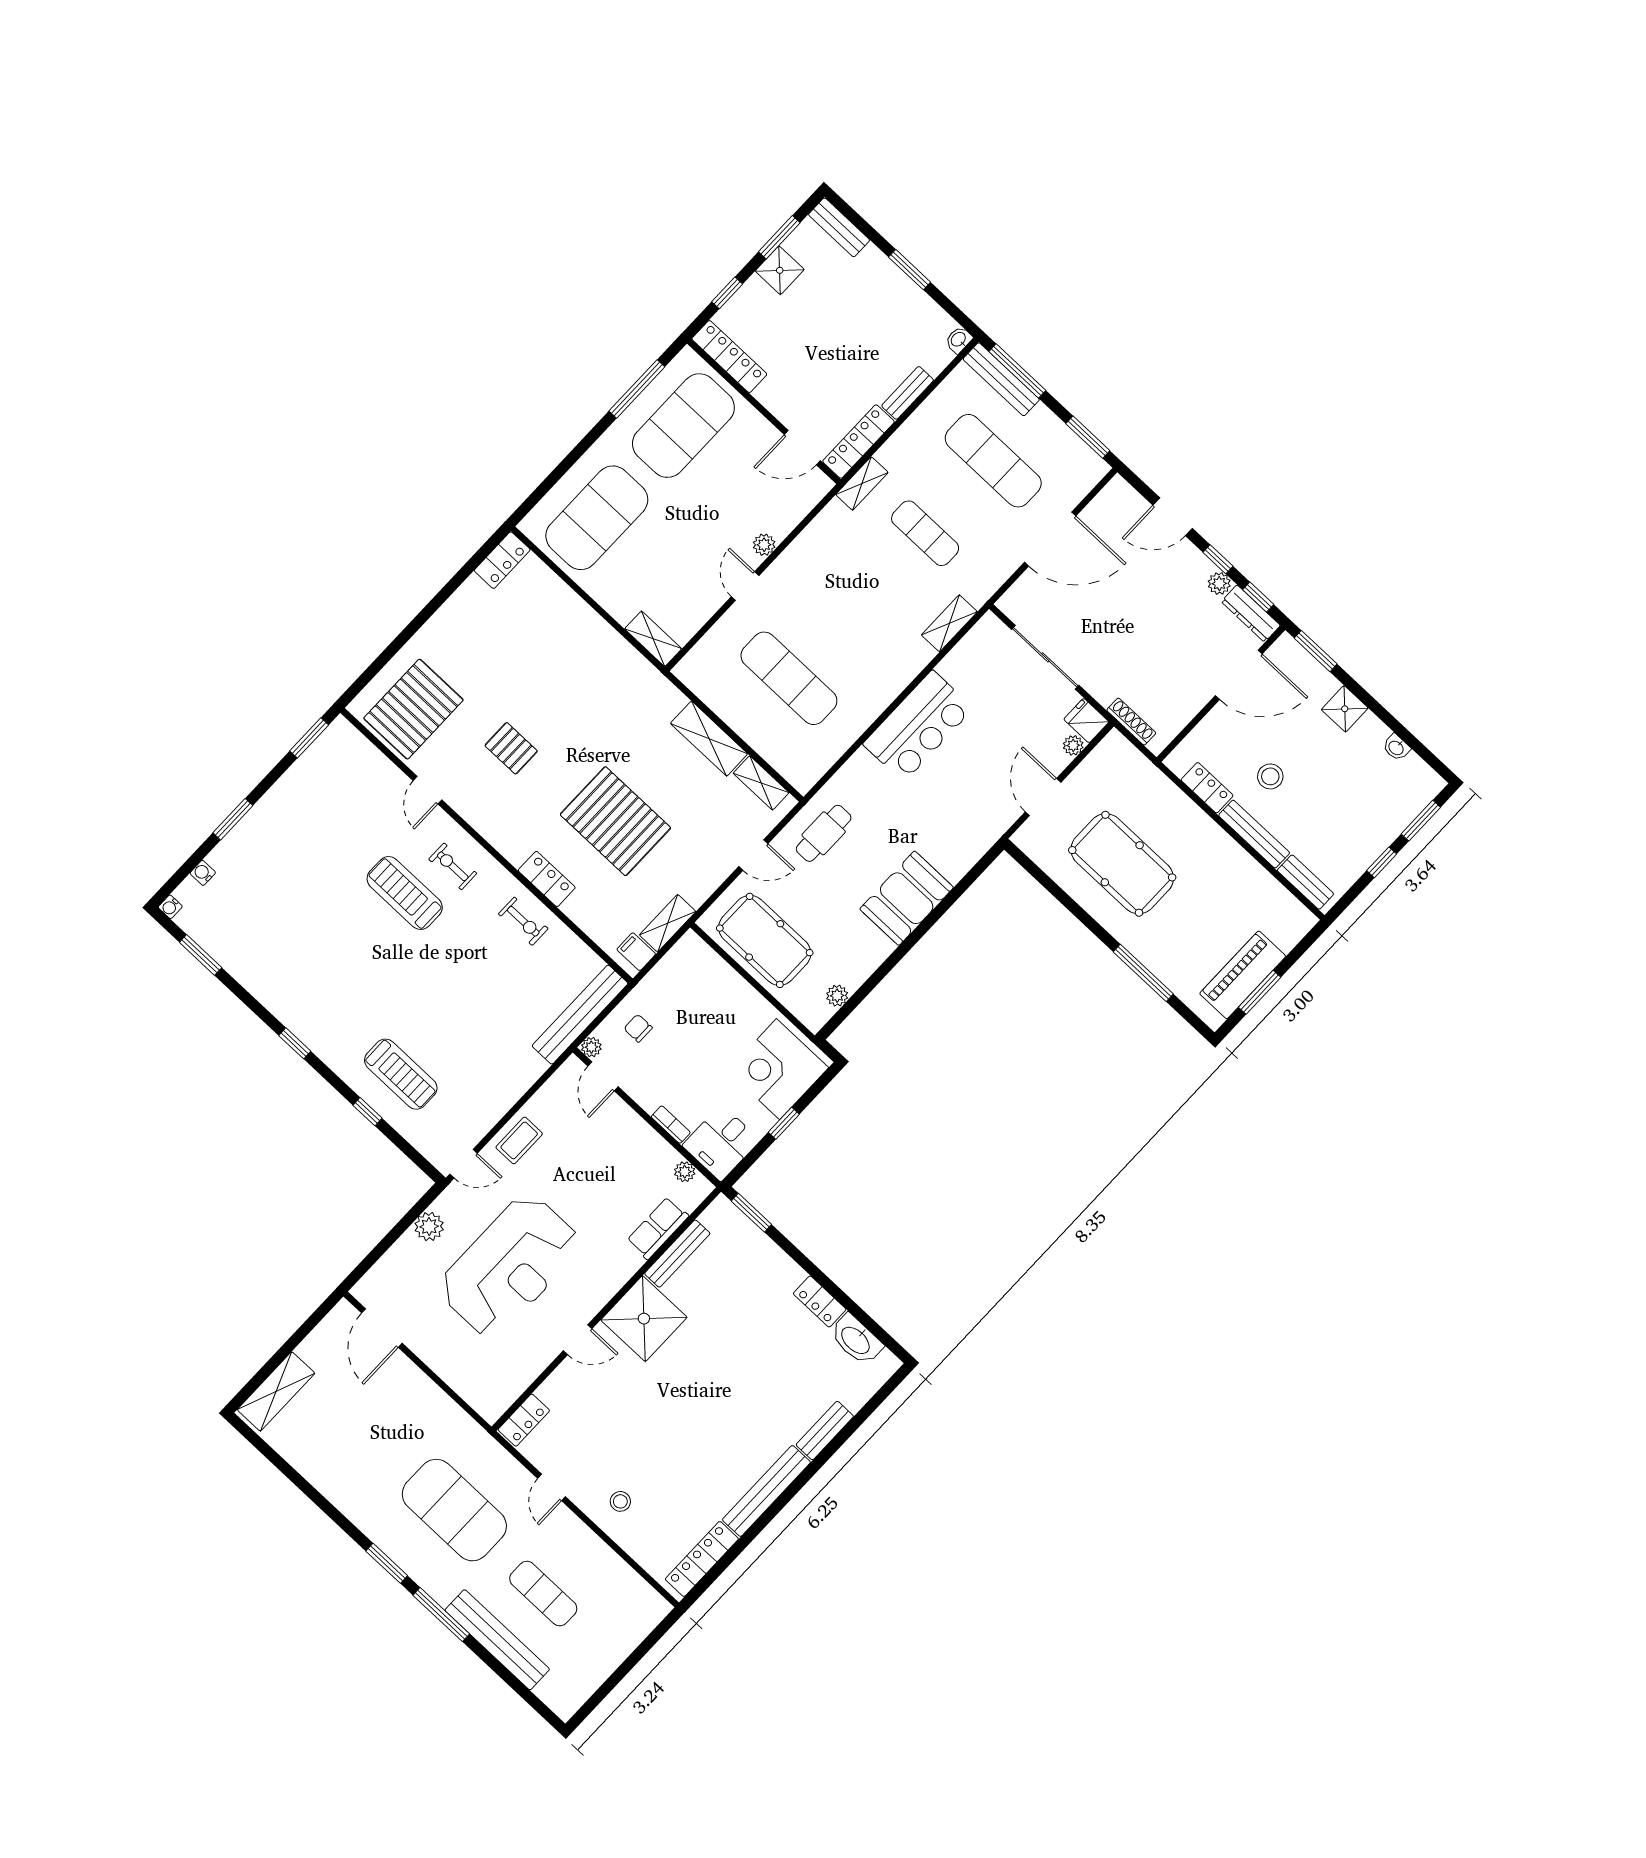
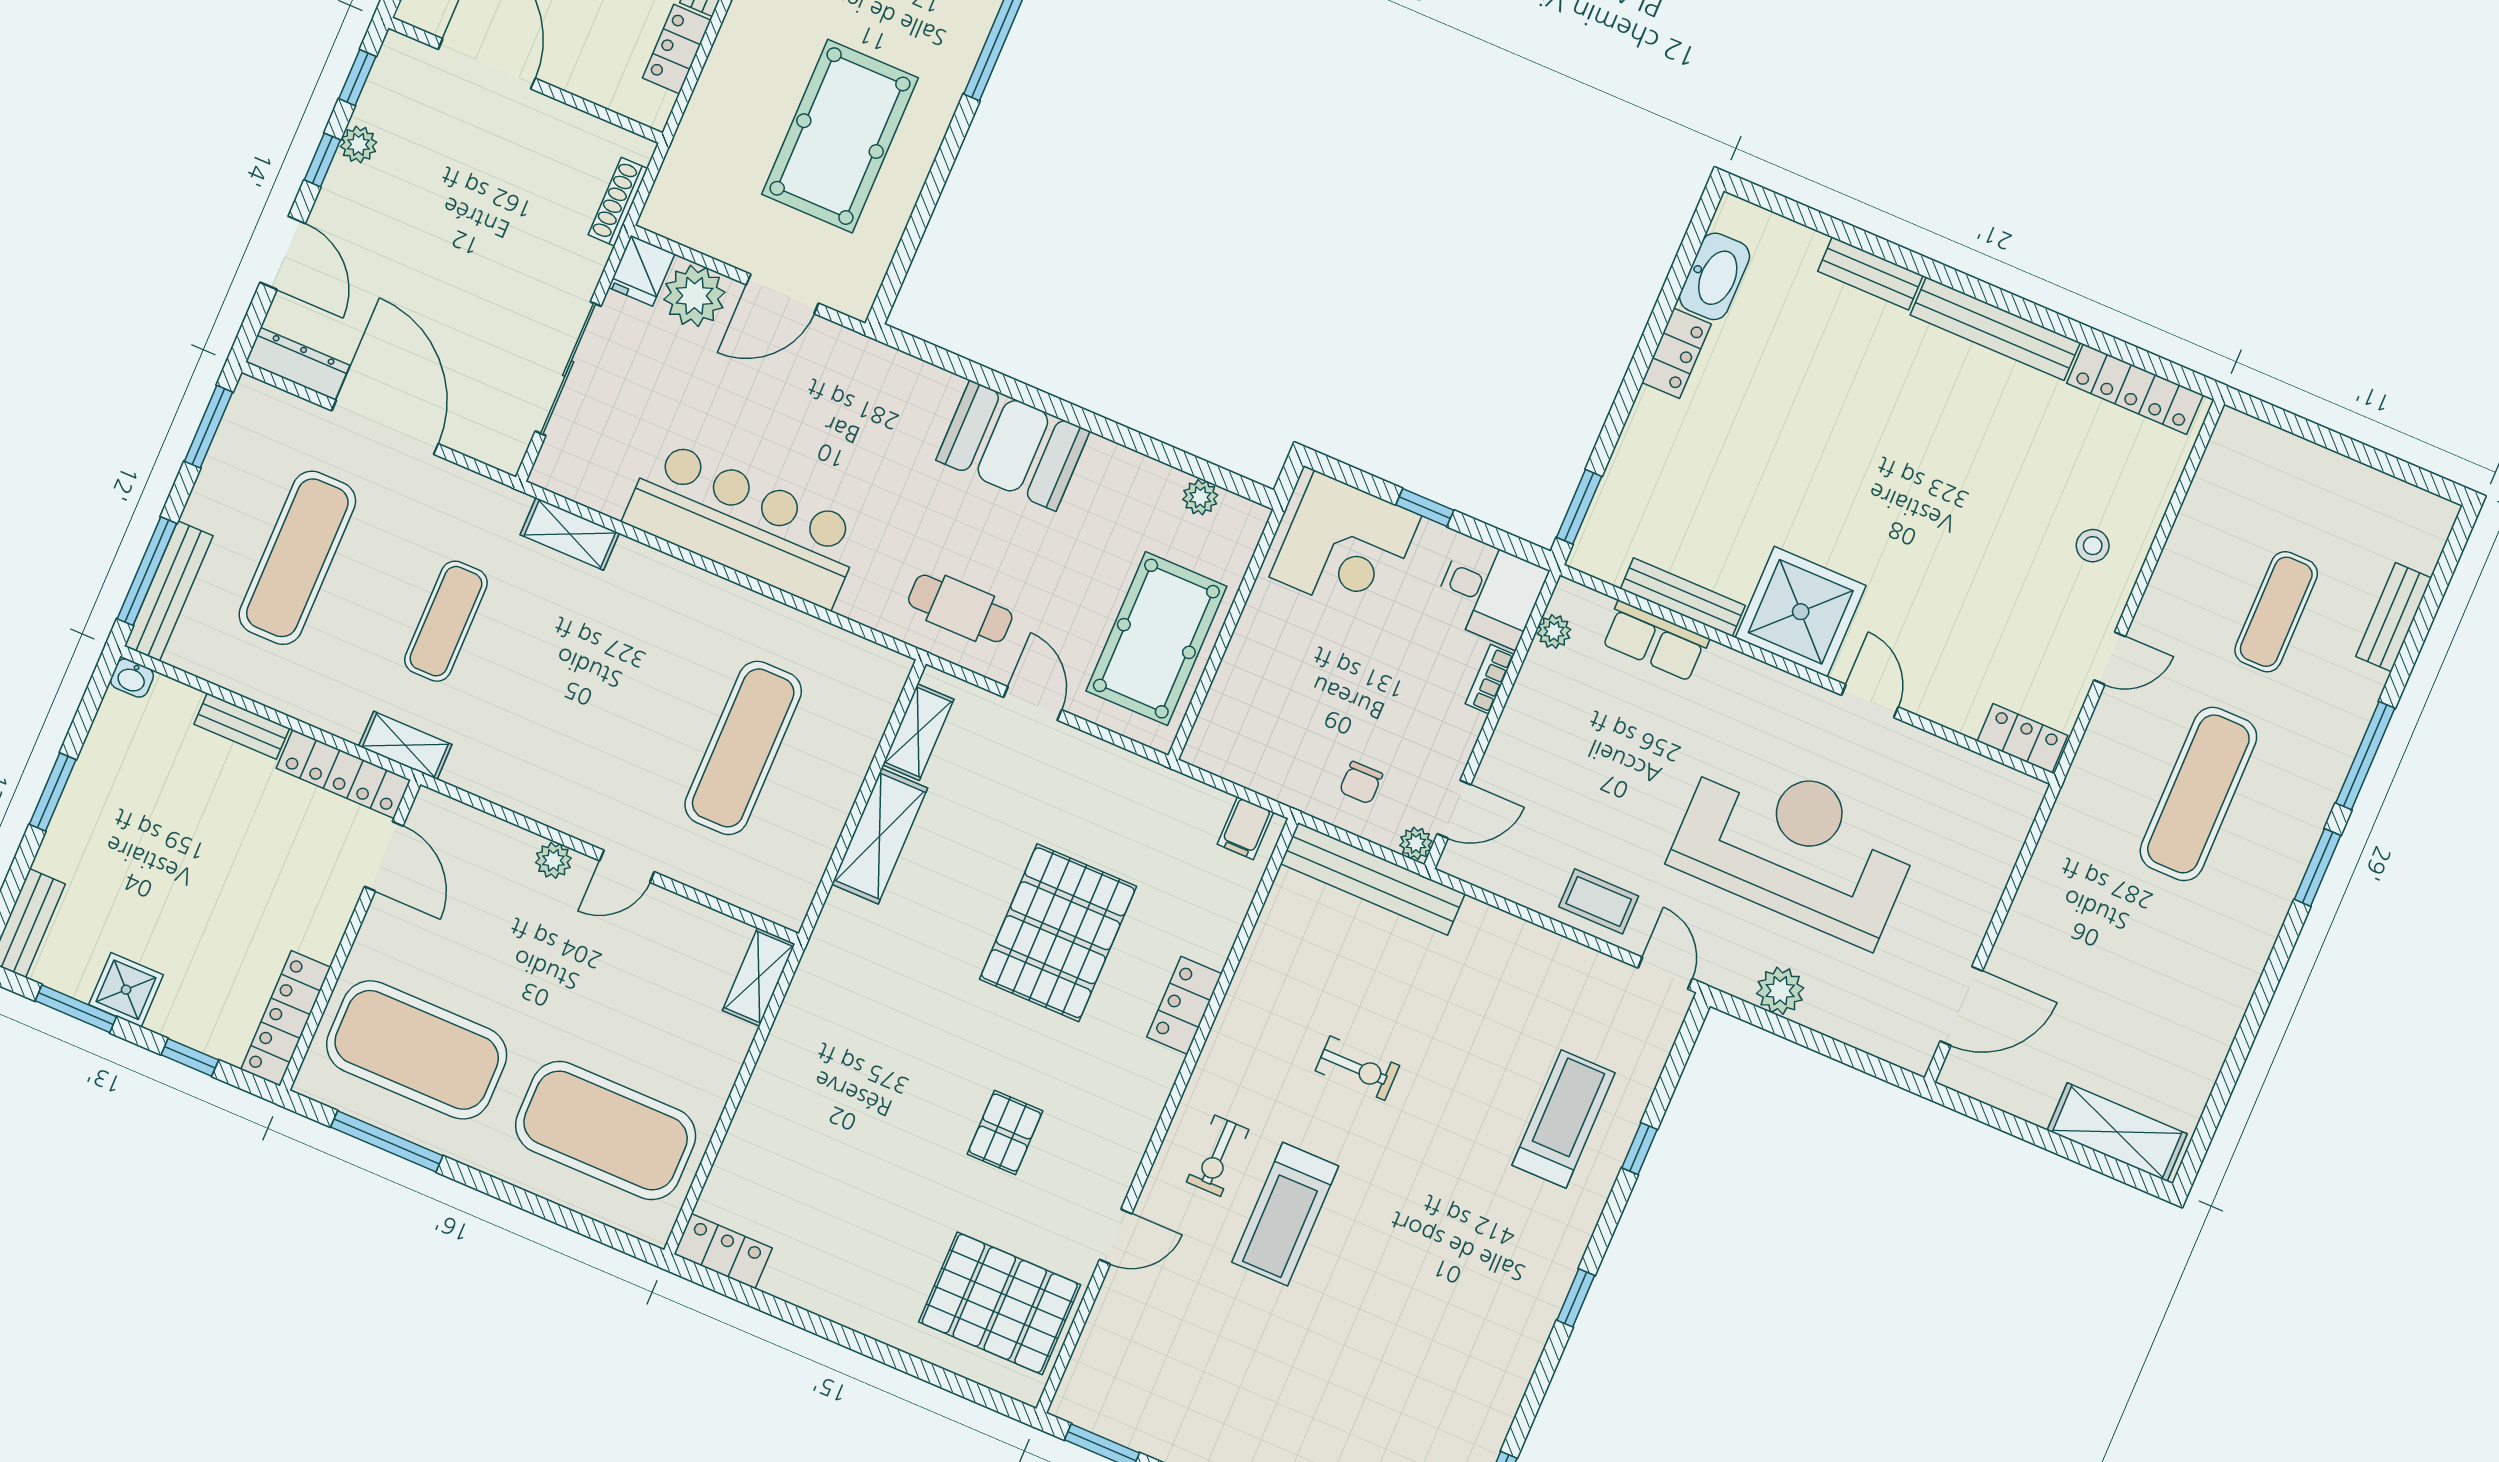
dresser: (1251, 614) -> (298, 364), moved, turned -90
bar counter: (918, 726) -> (744, 524), width x1.36
plant: (1073, 745) -> (694, 296), width x1.87, depth x1.87
exercise bike: (523, 921) -> (1357, 1068), moved, turned 90
shelving: (668, 923) -> (1184, 796), removed
exercise mat: (454, 1510) -> (2198, 794), width x0.68
bench: (497, 1640) -> (2394, 617), width x0.54, depth x0.82

